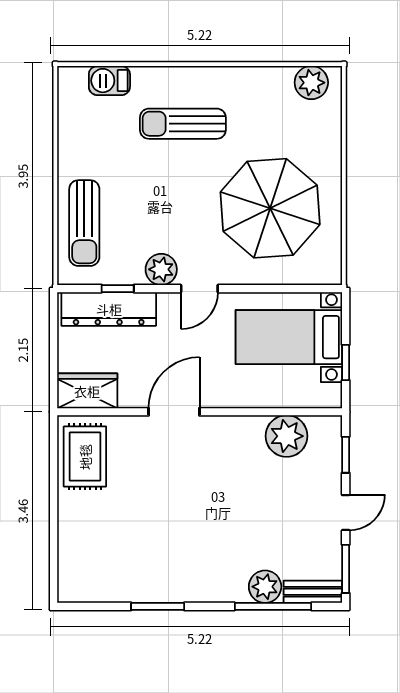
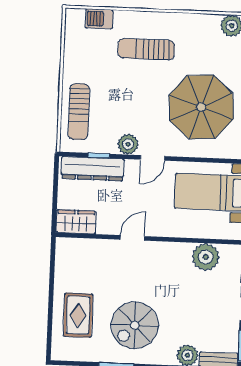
door: (174, 412) -> (133, 238), width x0.73
rug: (85, 457) -> (78, 315), moved
spiral stairs: (183, 544) -> (135, 325), added

